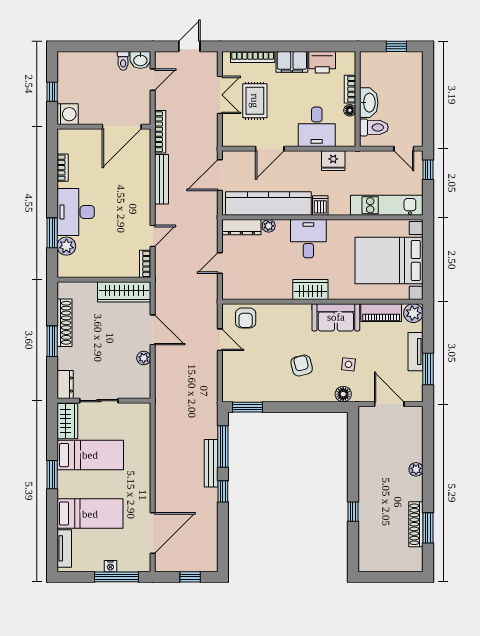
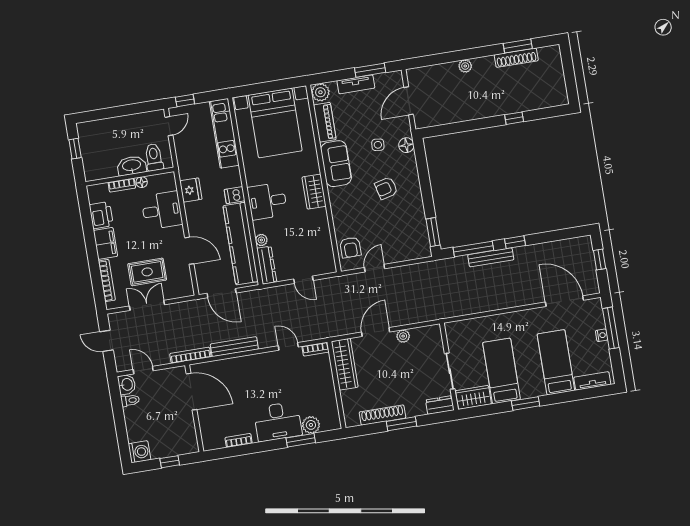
washing machine: (68, 114) -> (140, 452), moved, turned 90
armchair: (246, 318) -> (350, 247), turned 90

